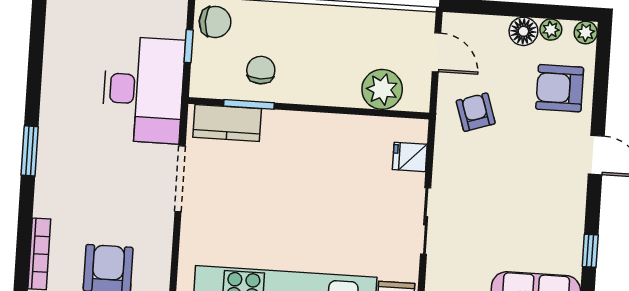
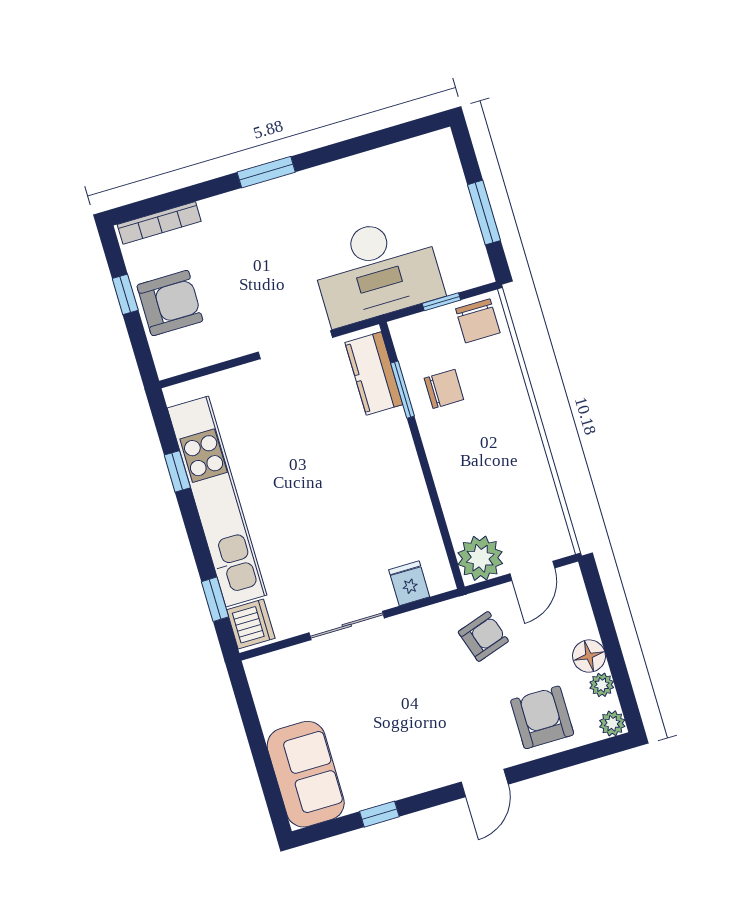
plant: (382, 89) -> (480, 558), moved

